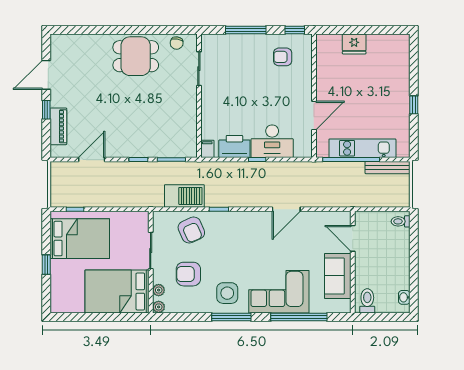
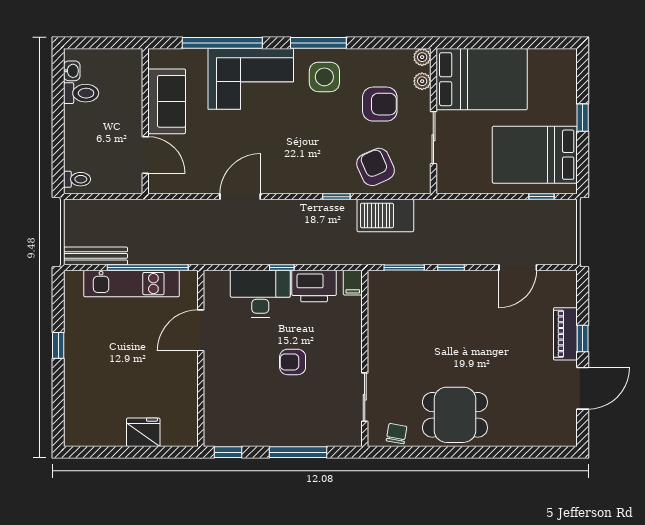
armchair: (283, 57) -> (293, 362), moved, turned 180
piano: (58, 126) -> (565, 334), moved
toilet: (367, 301) -> (81, 93), moved, turned -90

